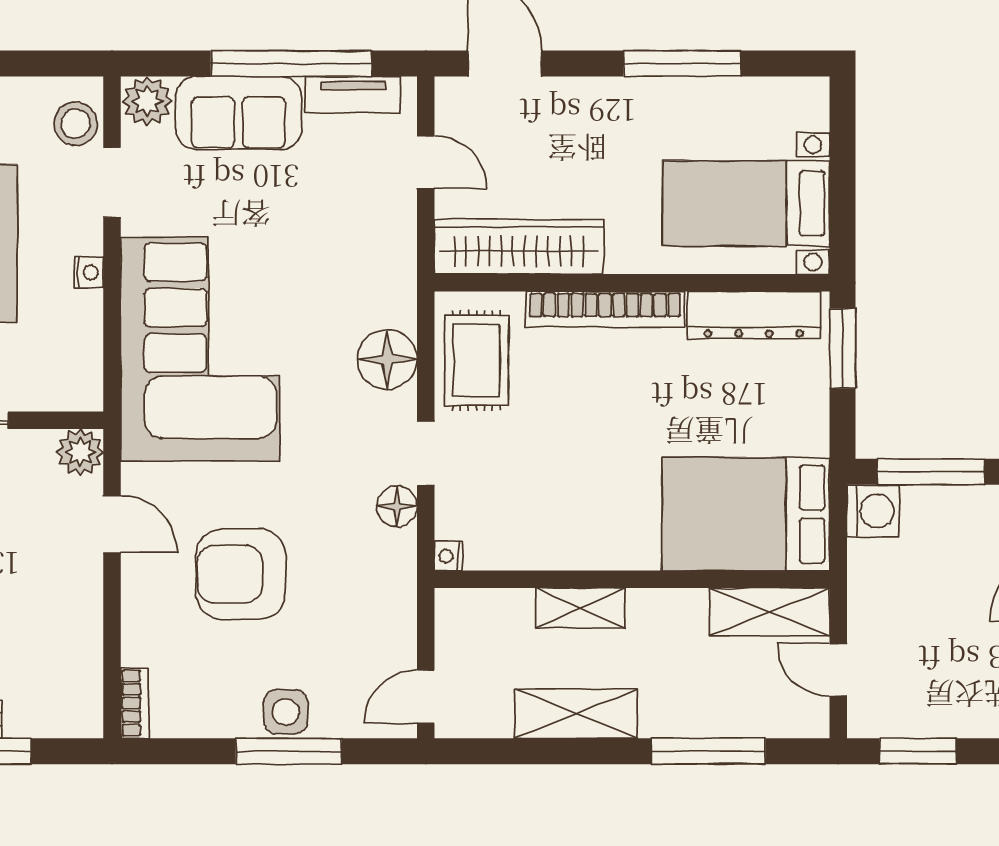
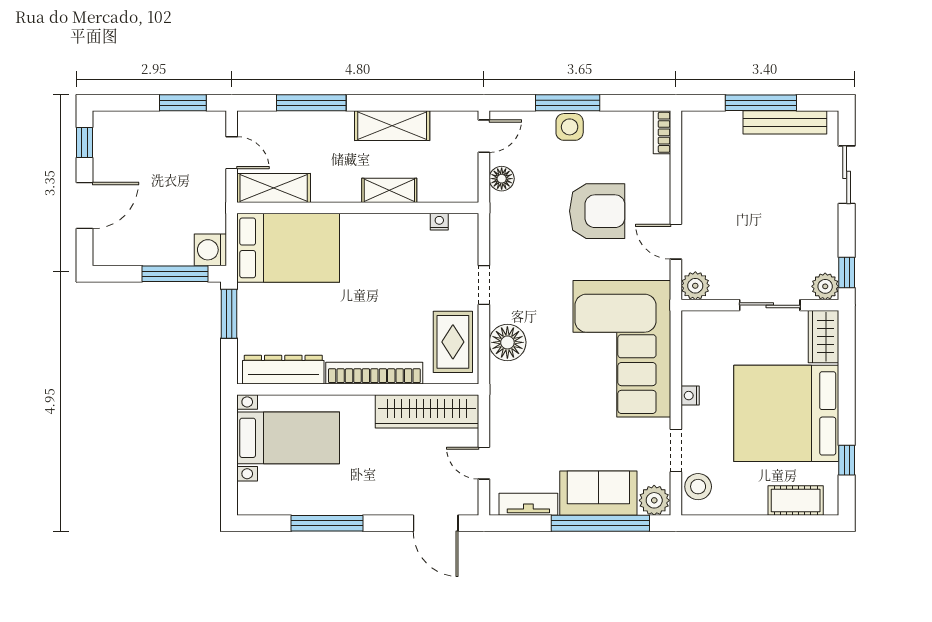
window: (291, 64) -> (600, 523), moved
window: (843, 348) -> (229, 314), moved
floor lamp: (397, 506) -> (502, 179), moved
nightstand: (448, 556) -> (439, 222), moved, turned -90

